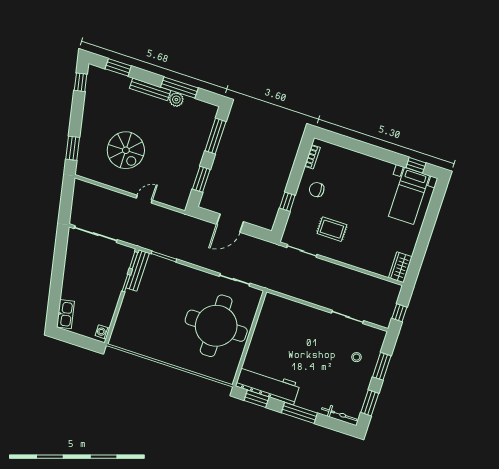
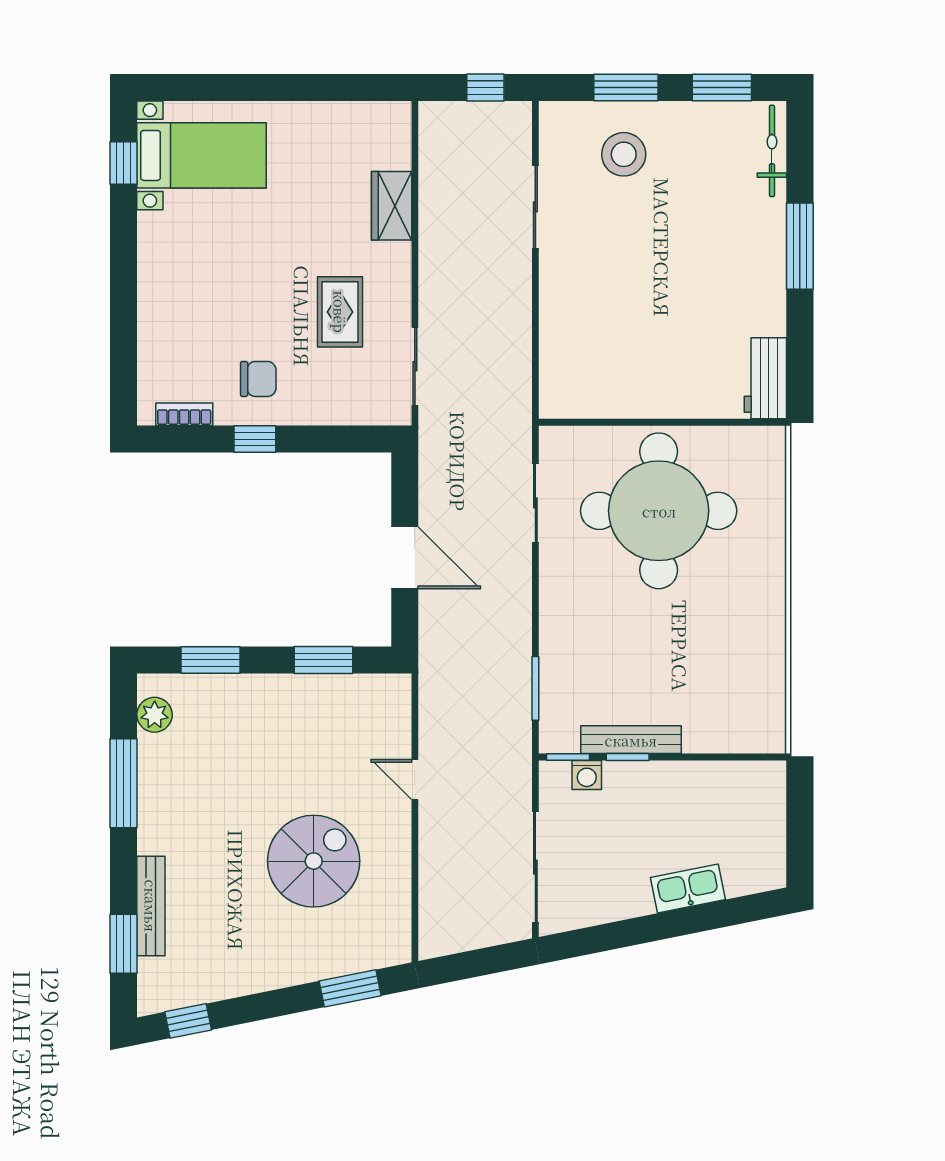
bench: (150, 89) -> (151, 906), moved
plant: (176, 100) -> (155, 715), moved
window: (215, 136) -> (210, 660), width x0.69
chair: (317, 190) -> (258, 379), turned -90
window: (287, 202) -> (255, 439), moved
wardrobe: (400, 267) -> (392, 206), moved, turned 90
bench: (138, 270) -> (631, 740), moved
kitchen sink: (65, 314) -> (688, 888), moved
washing machine: (102, 332) -> (587, 775), moved
stool: (356, 357) -> (624, 154), width x1.89, depth x1.89
workbench: (268, 385) -> (765, 378), width x0.53, depth x0.76
window: (257, 399) -> (800, 358), removed

